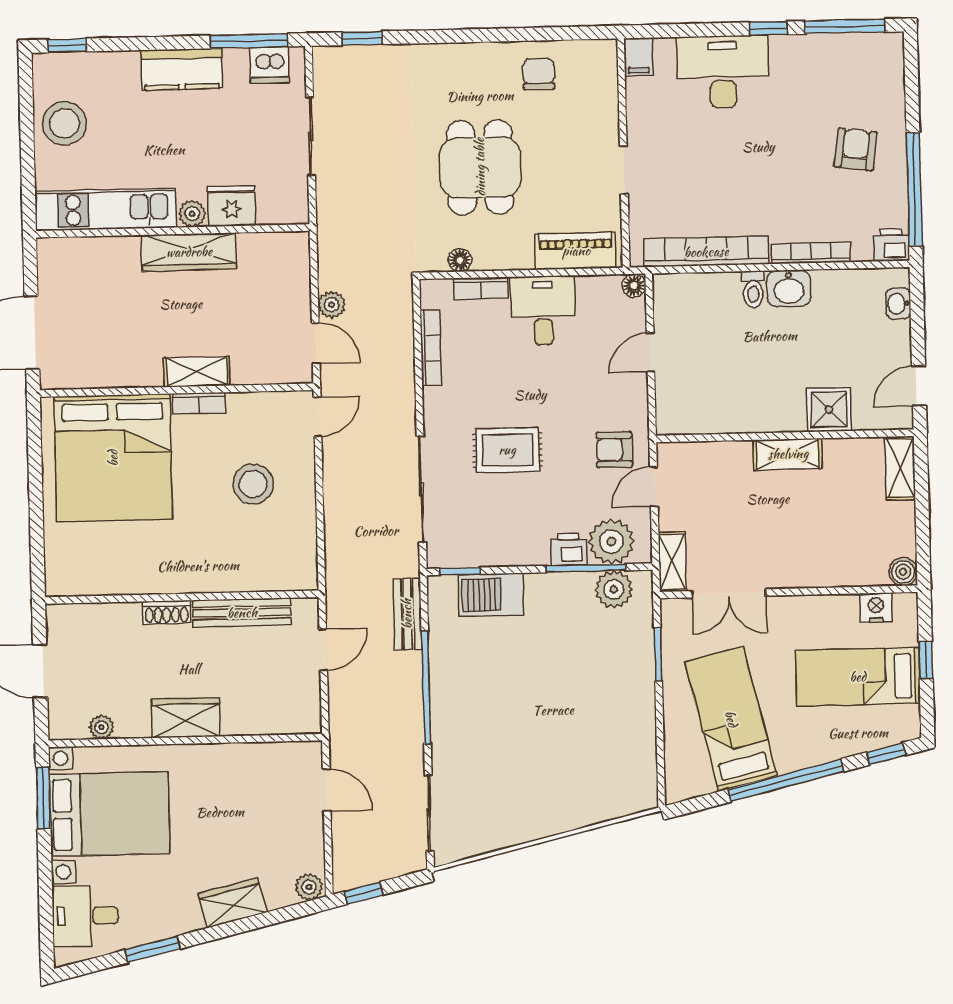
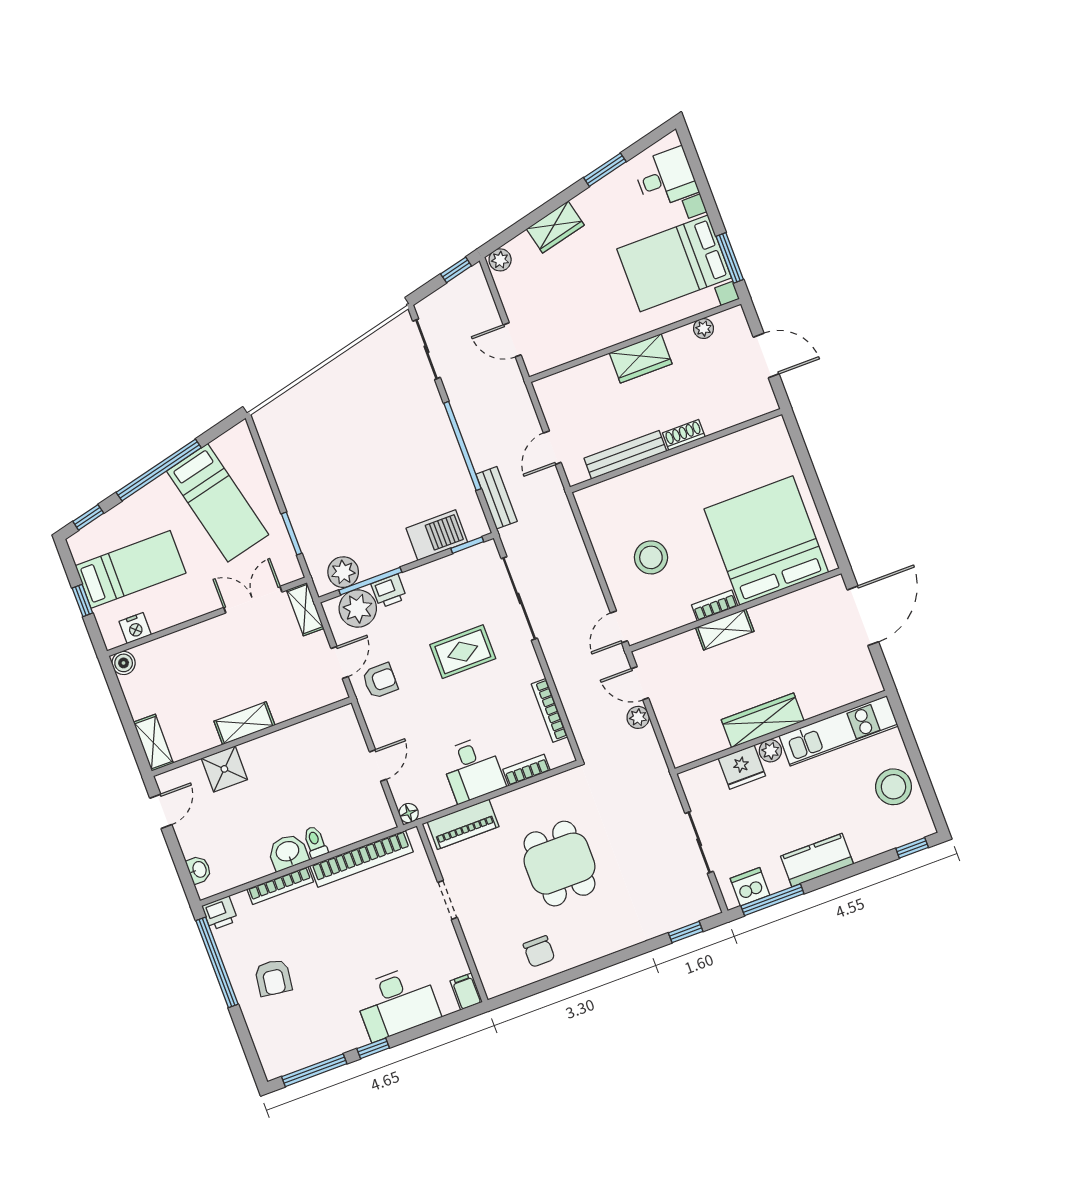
floor lamp: (460, 260) -> (550, 786), removed

